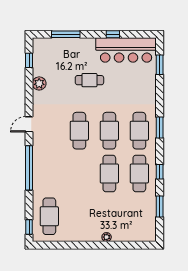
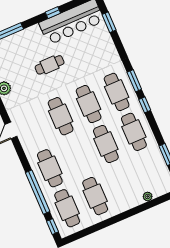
window: (29, 168) -> (38, 192), moved
window: (160, 172) -> (145, 105), moved
cafe table: (49, 173) -> (50, 168), added
cafe table: (79, 216) -> (95, 196), added
plant: (107, 237) -> (148, 196), moved

